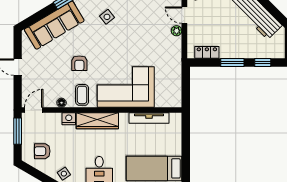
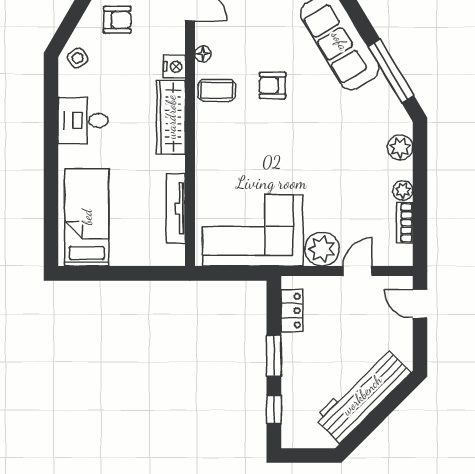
side table: (107, 17) -> (355, 134), removed
plant: (177, 31) -> (322, 249), width x1.88, depth x1.88
corner sofa: (126, 87) -> (253, 230), moved, turned -90
armchair: (42, 151) -> (117, 20), turned 90

